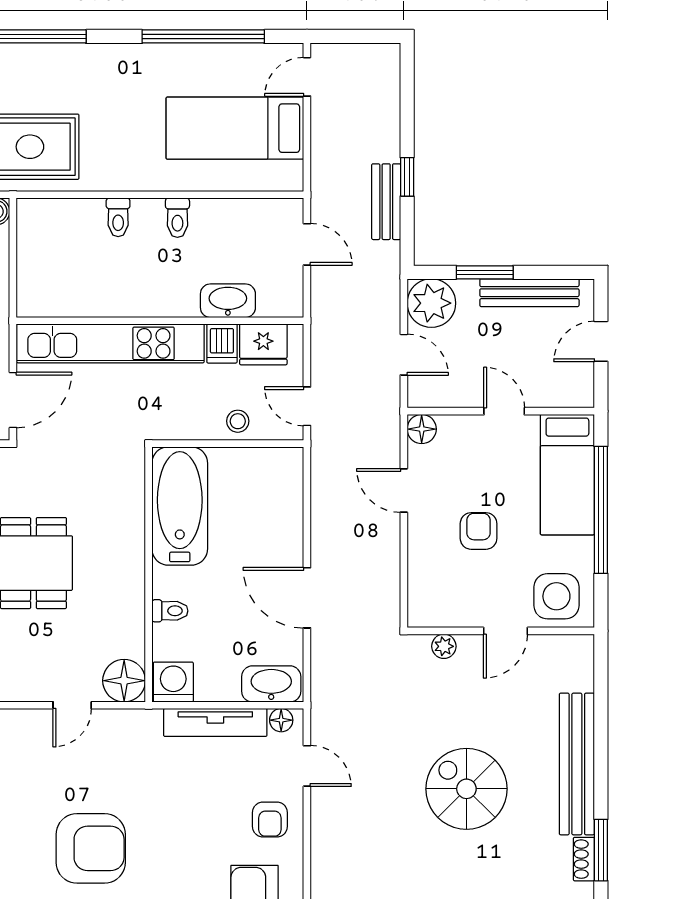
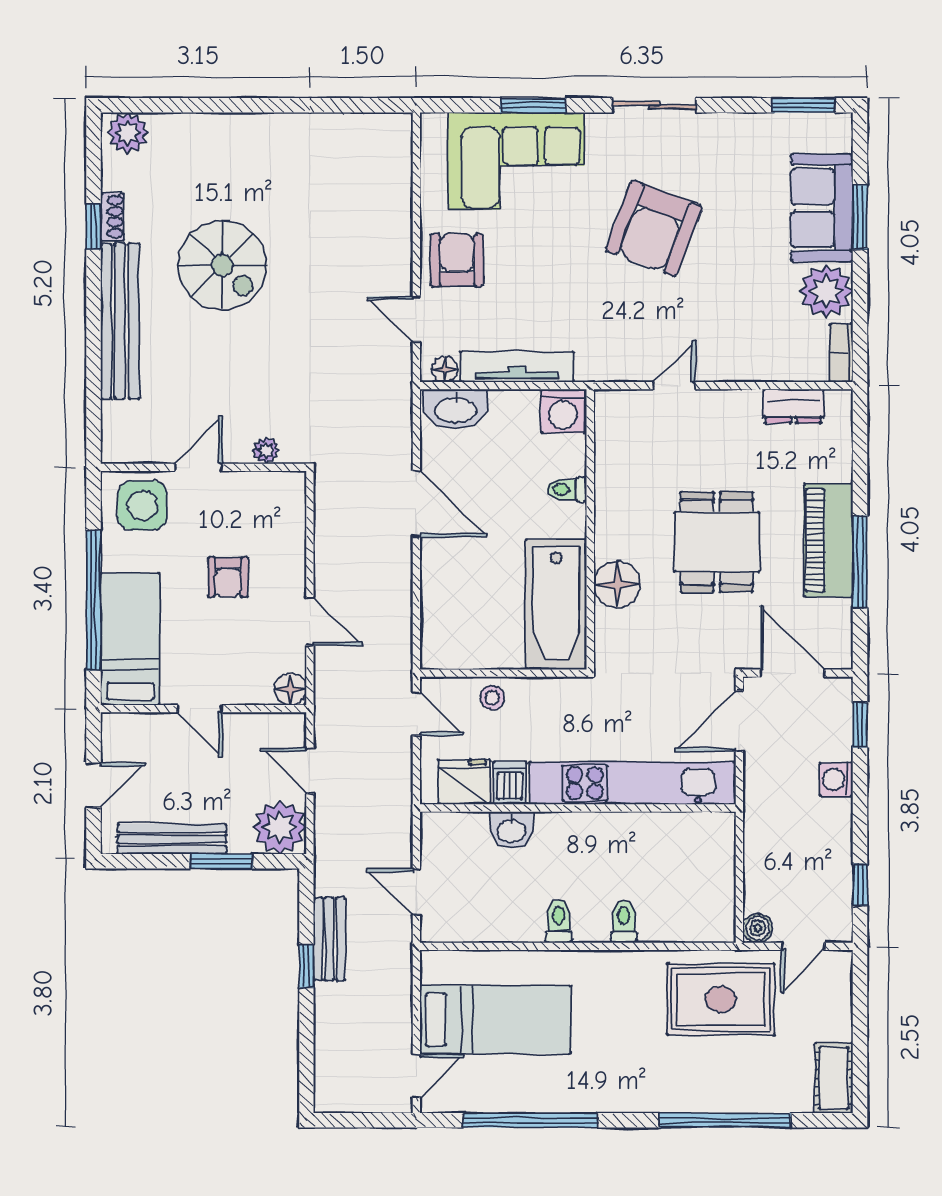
washbasin: (228, 301) -> (512, 830), width x0.72
floor lamp: (124, 681) -> (617, 584), moved
spiral stairs: (466, 789) -> (222, 265), moved
armchair: (270, 820) -> (457, 260), width x1.38, depth x1.38
armchair: (91, 848) -> (654, 228), turned -69
window: (601, 850) -> (93, 227), width x0.67

